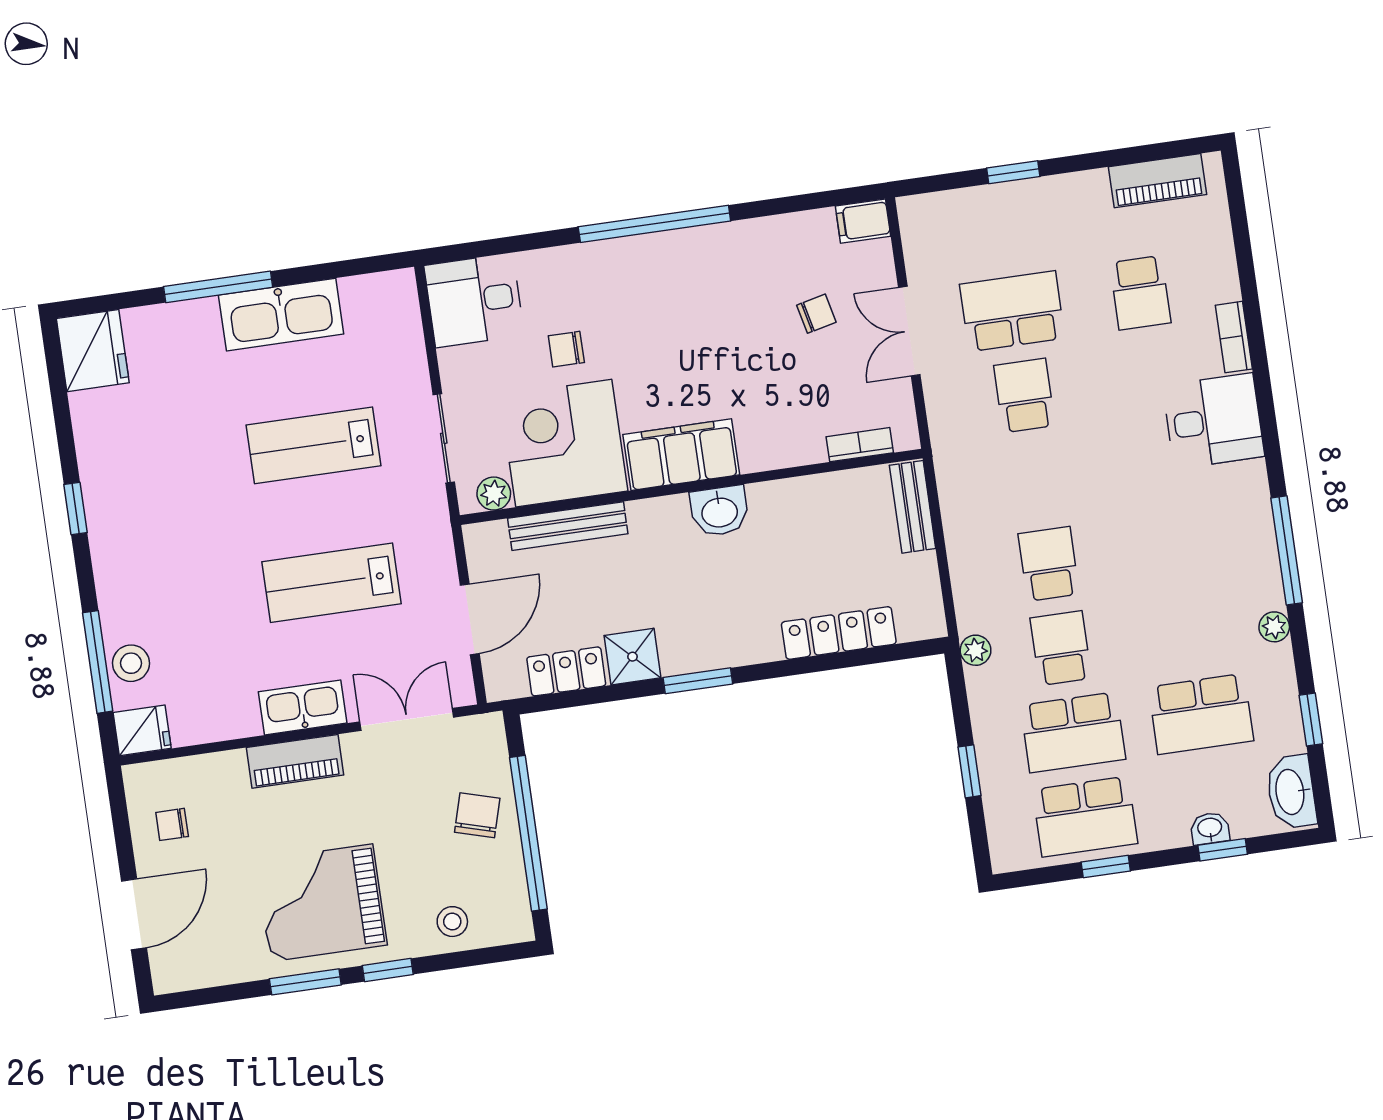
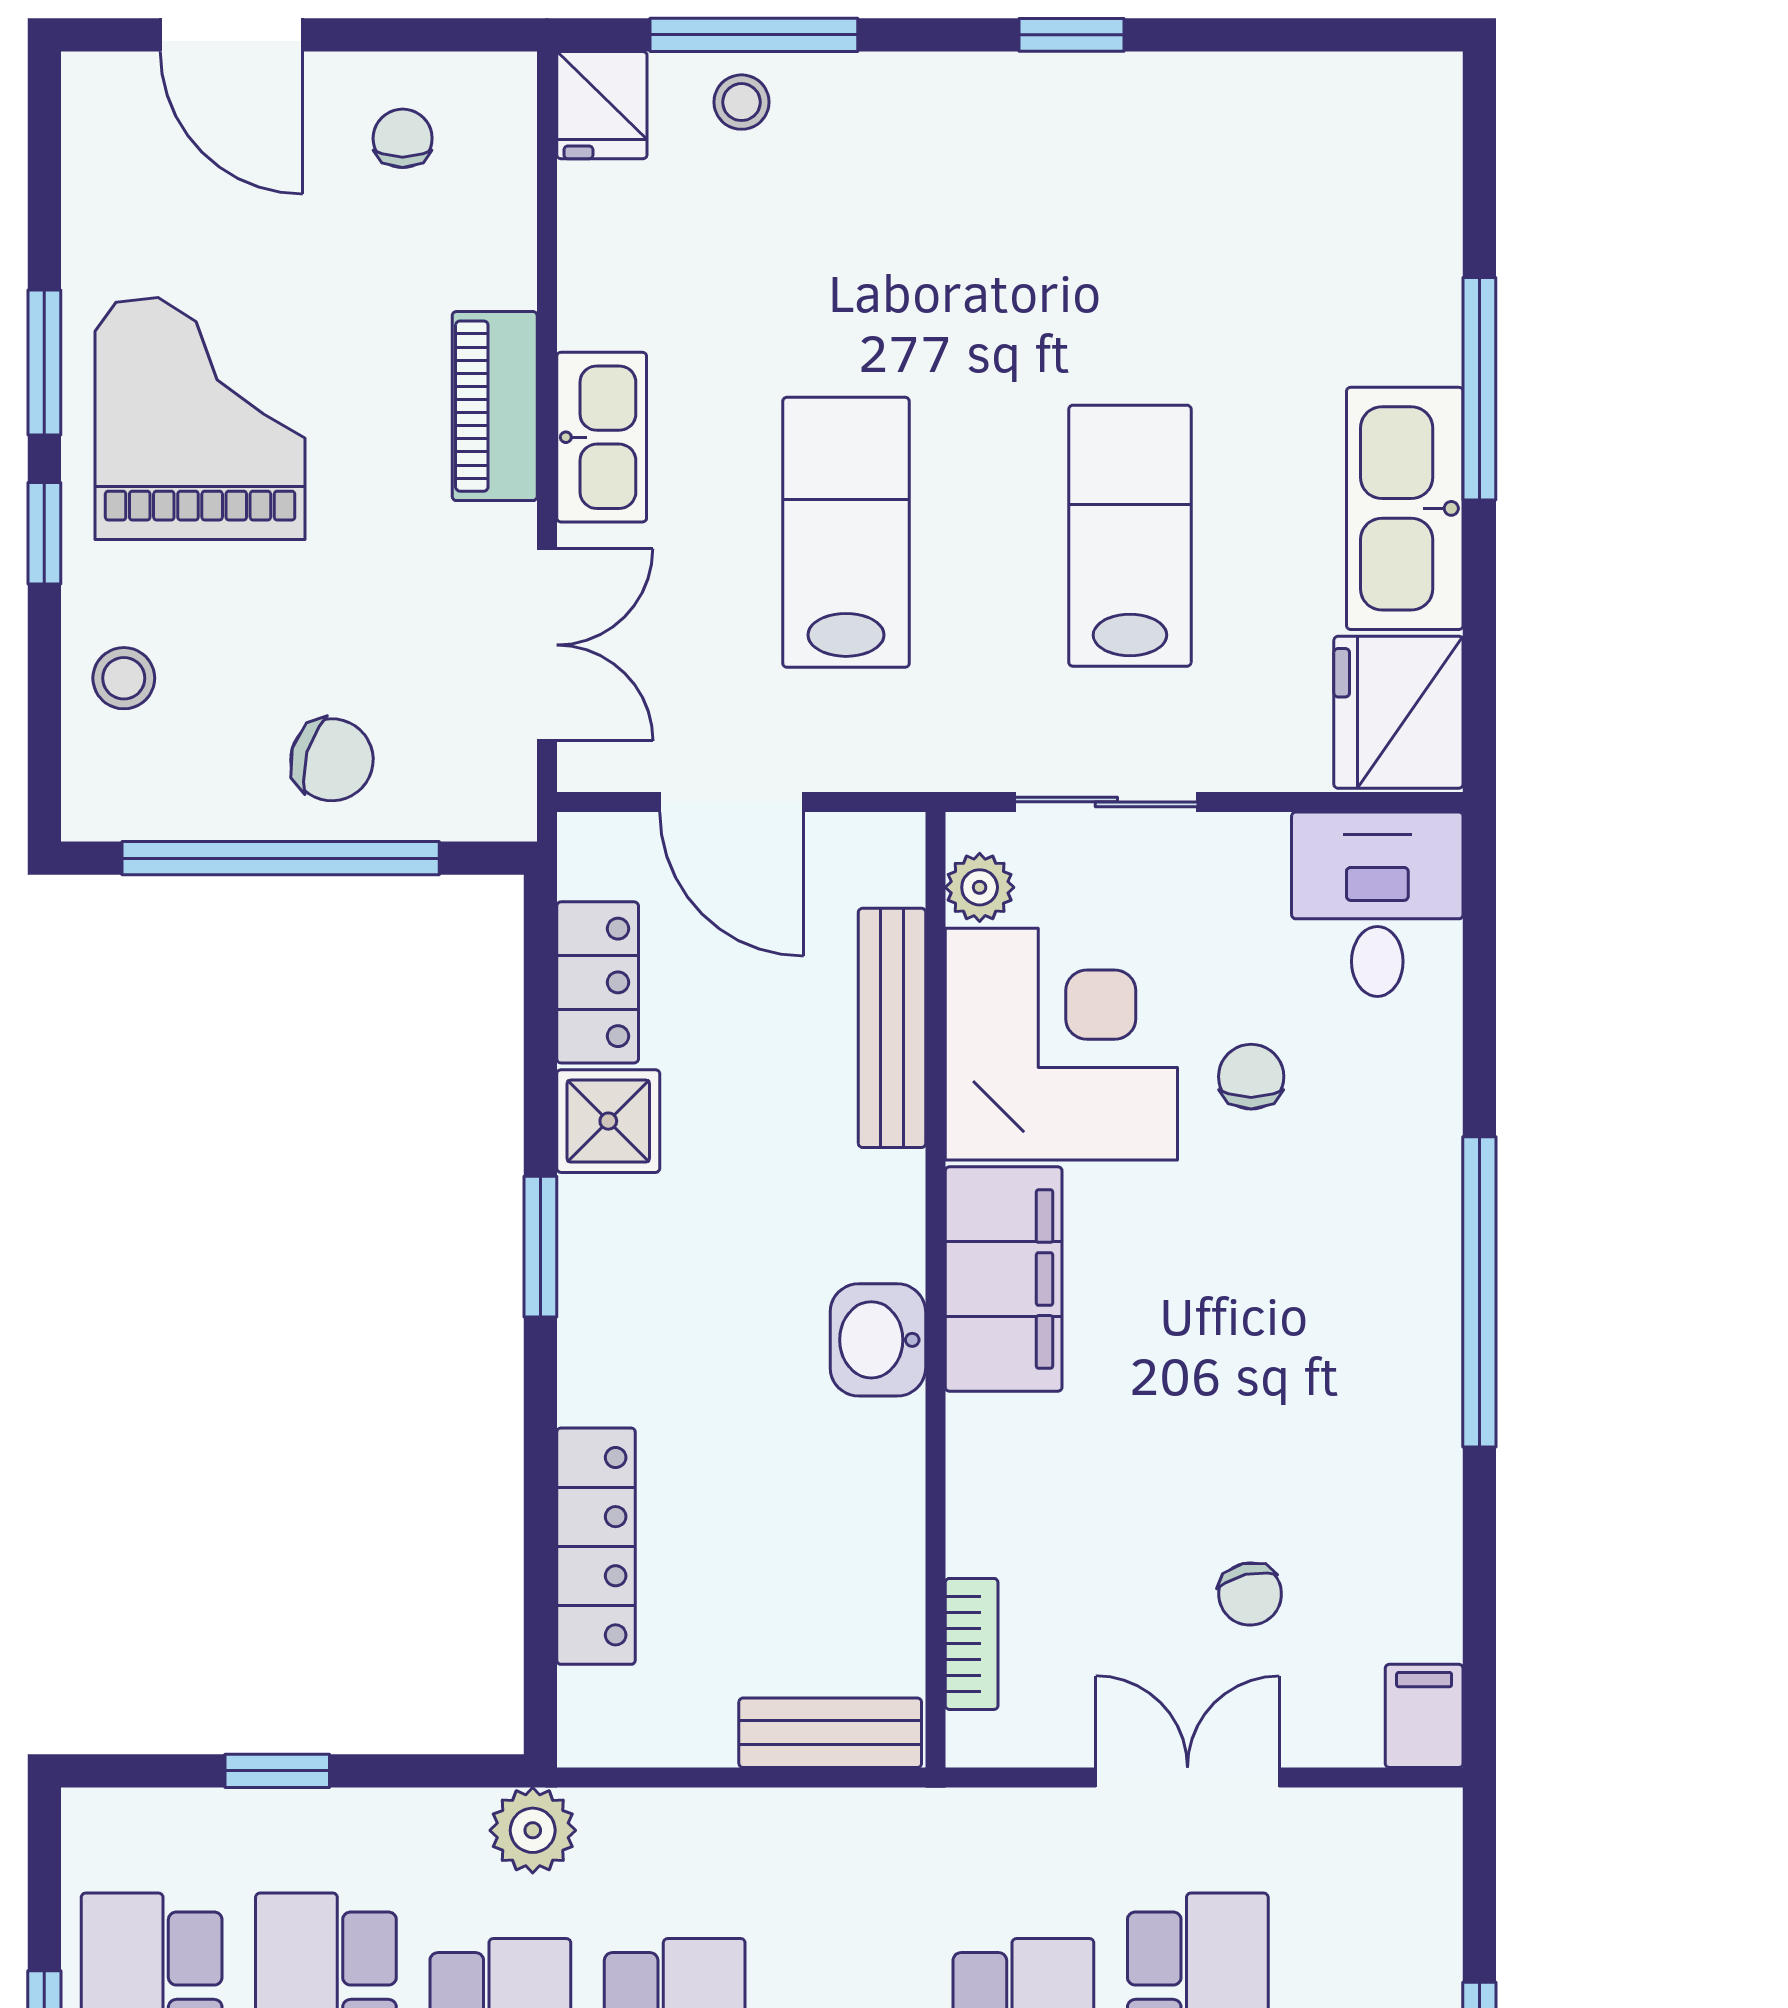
fridge: (93, 351) -> (1398, 712), moved, turned 90
plant: (976, 650) -> (533, 1830), width x1.38, depth x1.38
stool: (131, 663) -> (742, 102), width x0.73, depth x0.73

